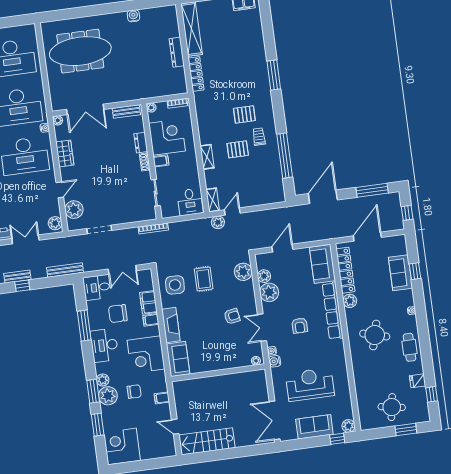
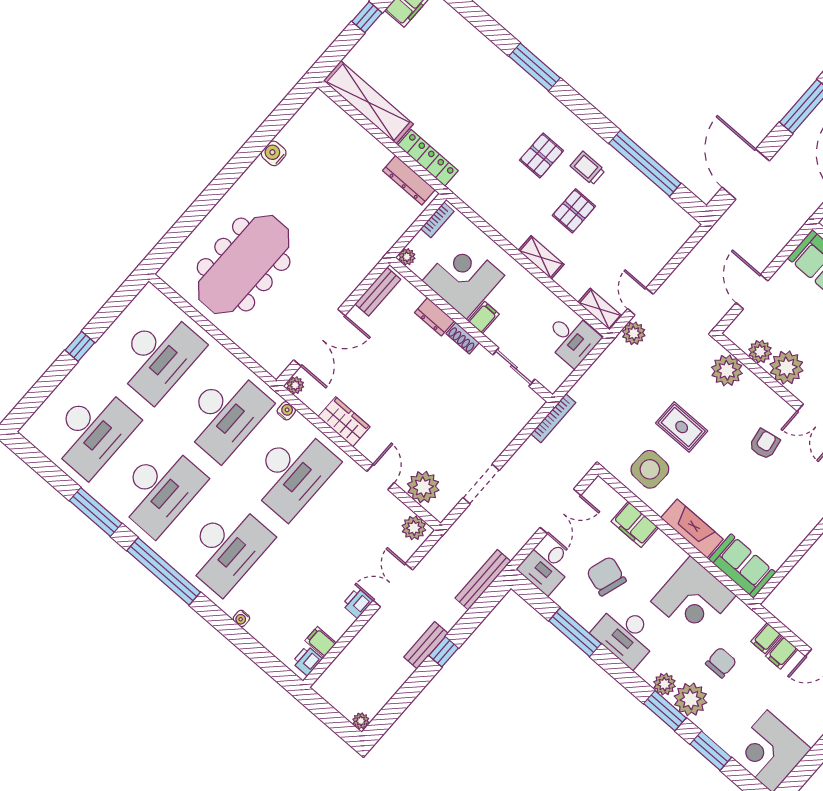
dresser: (177, 52) -> (409, 180), moved
chair: (118, 314) -> (606, 576), turned 108
filing cabinet: (151, 320) -> (782, 653), moved

